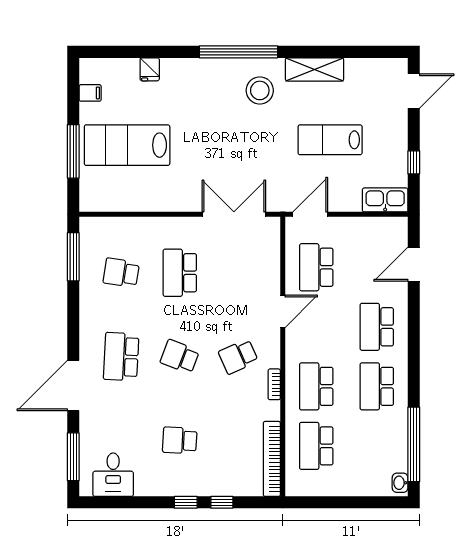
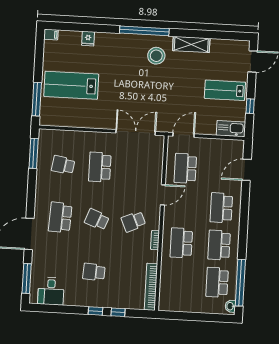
filing cabinet: (90, 93) -> (51, 35), moved
lab bench: (330, 140) -> (225, 90), moved
window: (73, 151) -> (37, 99), moved
school desk: (316, 446) -> (217, 282), moved

